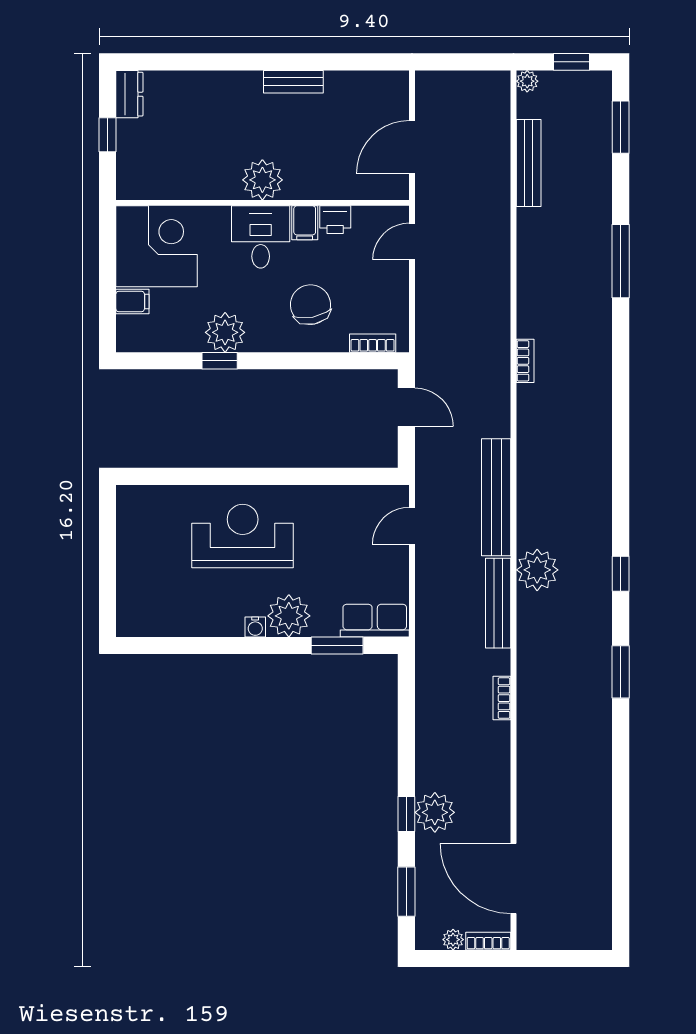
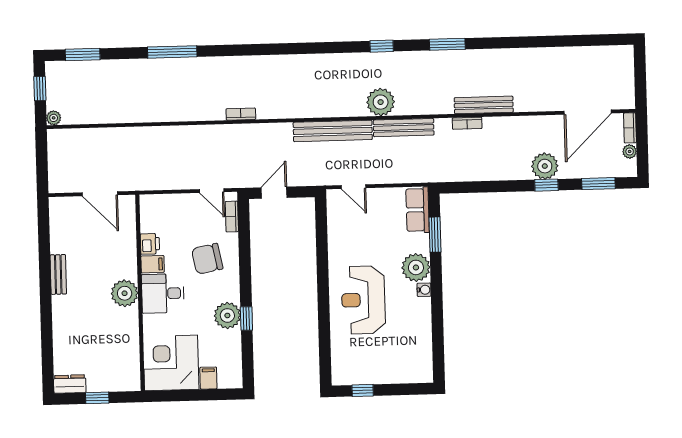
bench: (529, 163) -> (484, 105), moved
door: (412, 242) -> (212, 191), moved
window: (108, 531) -> (363, 390), added

